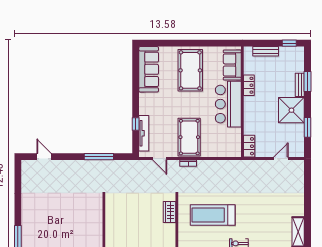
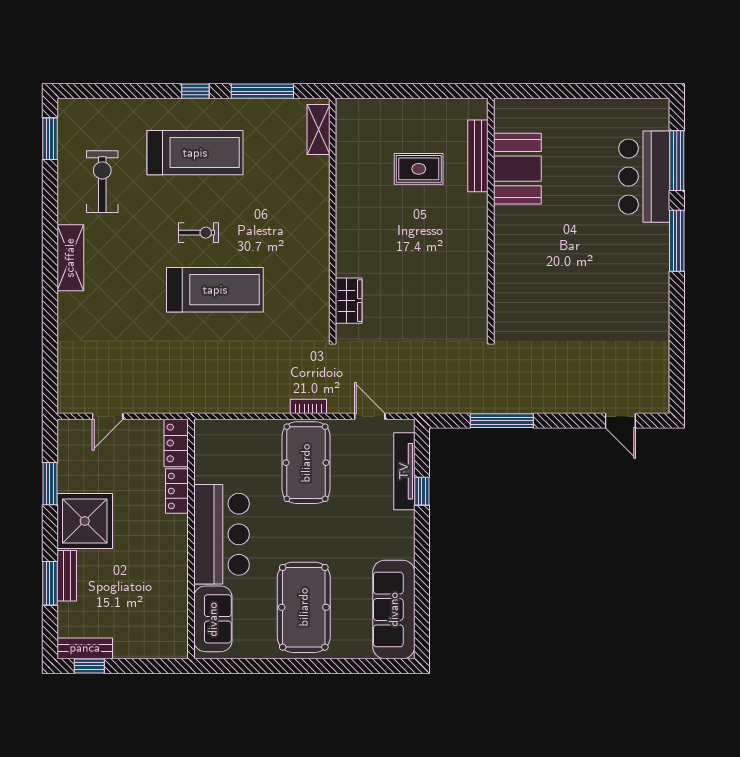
bench: (266, 51) -> (85, 648), moved
locker: (249, 85) -> (177, 491), moved
treadmill: (213, 215) -> (215, 290), moved

